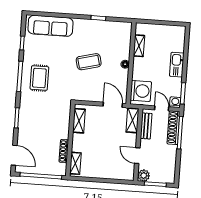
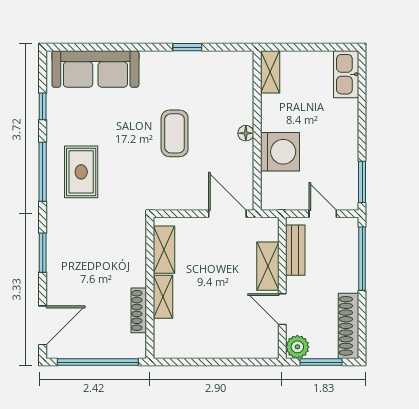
shelving: (139, 46) -> (270, 72), moved
coffee table: (89, 62) -> (175, 133), turned -76
kitchen sink: (177, 65) -> (346, 74), moved
washing machine: (141, 91) -> (280, 152), moved
washing machine: (175, 102) -> (348, 200), removed
shelving: (132, 120) -> (268, 266), moved
shoe rack: (173, 128) -> (349, 326), moved
door: (14, 155) -> (43, 325), hinge flipped
shelving: (75, 163) -> (163, 297), moved

